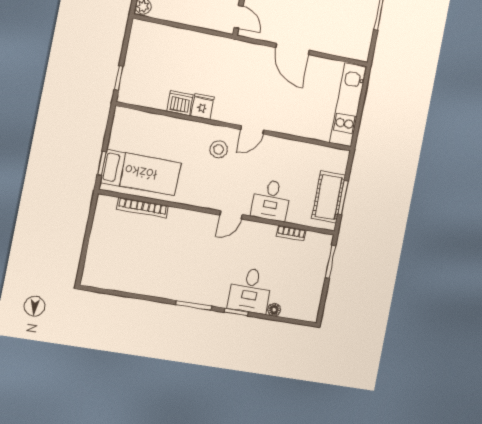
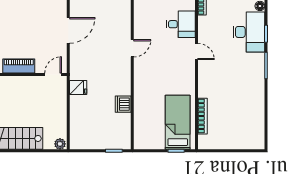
fridge: (202, 106) -> (78, 87), moved, turned 180
door: (252, 130) -> (132, 48), hinge flipped
stool: (219, 149) -> (151, 70), removed
desk: (250, 291) -> (249, 32), width x1.37

